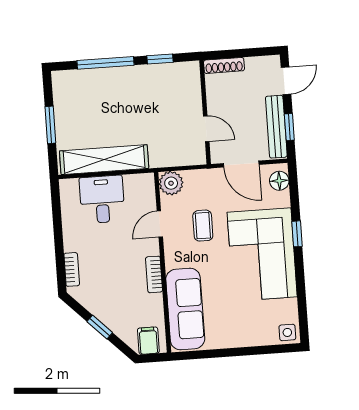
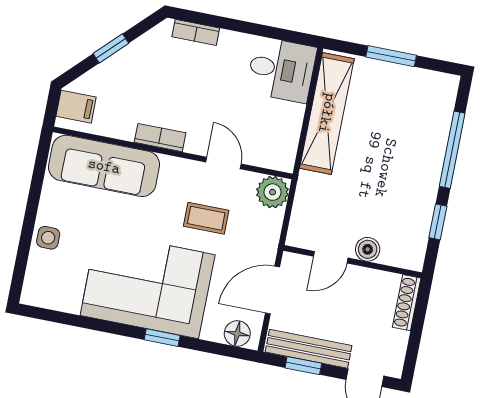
boiler: (193, 104) -> (368, 249), added
desk: (102, 199) -> (281, 70), moved
side table: (287, 332) -> (48, 238), moved

